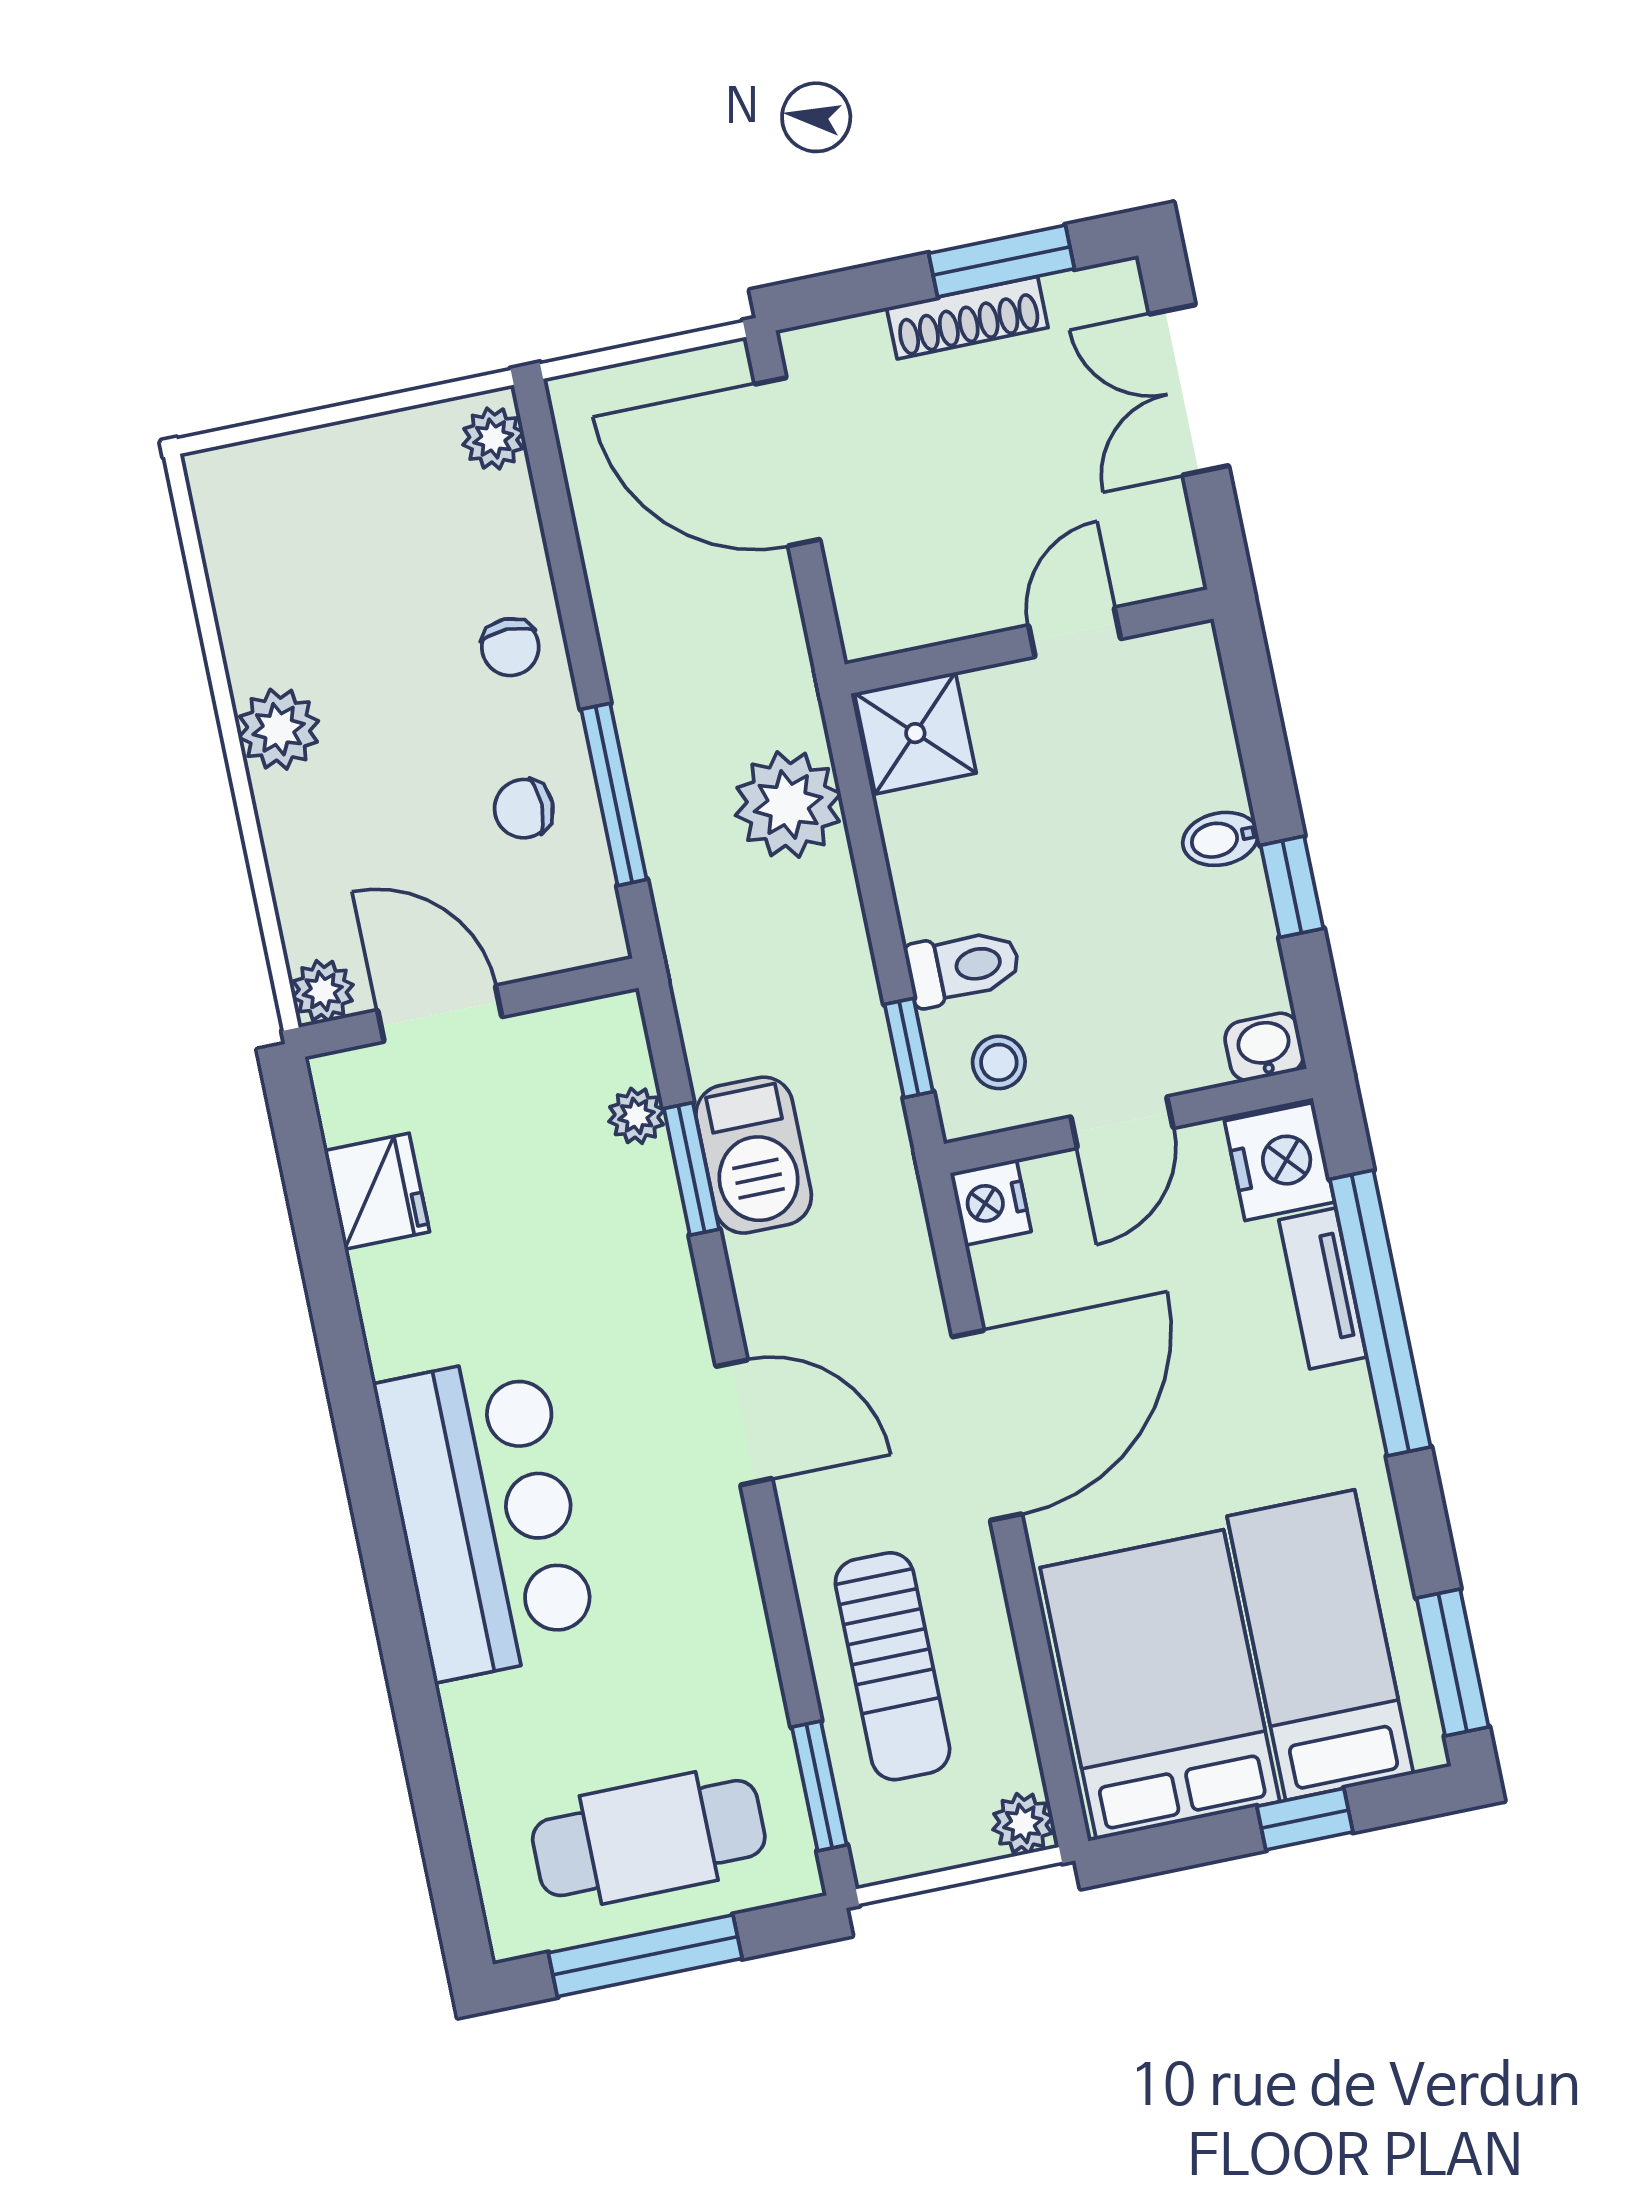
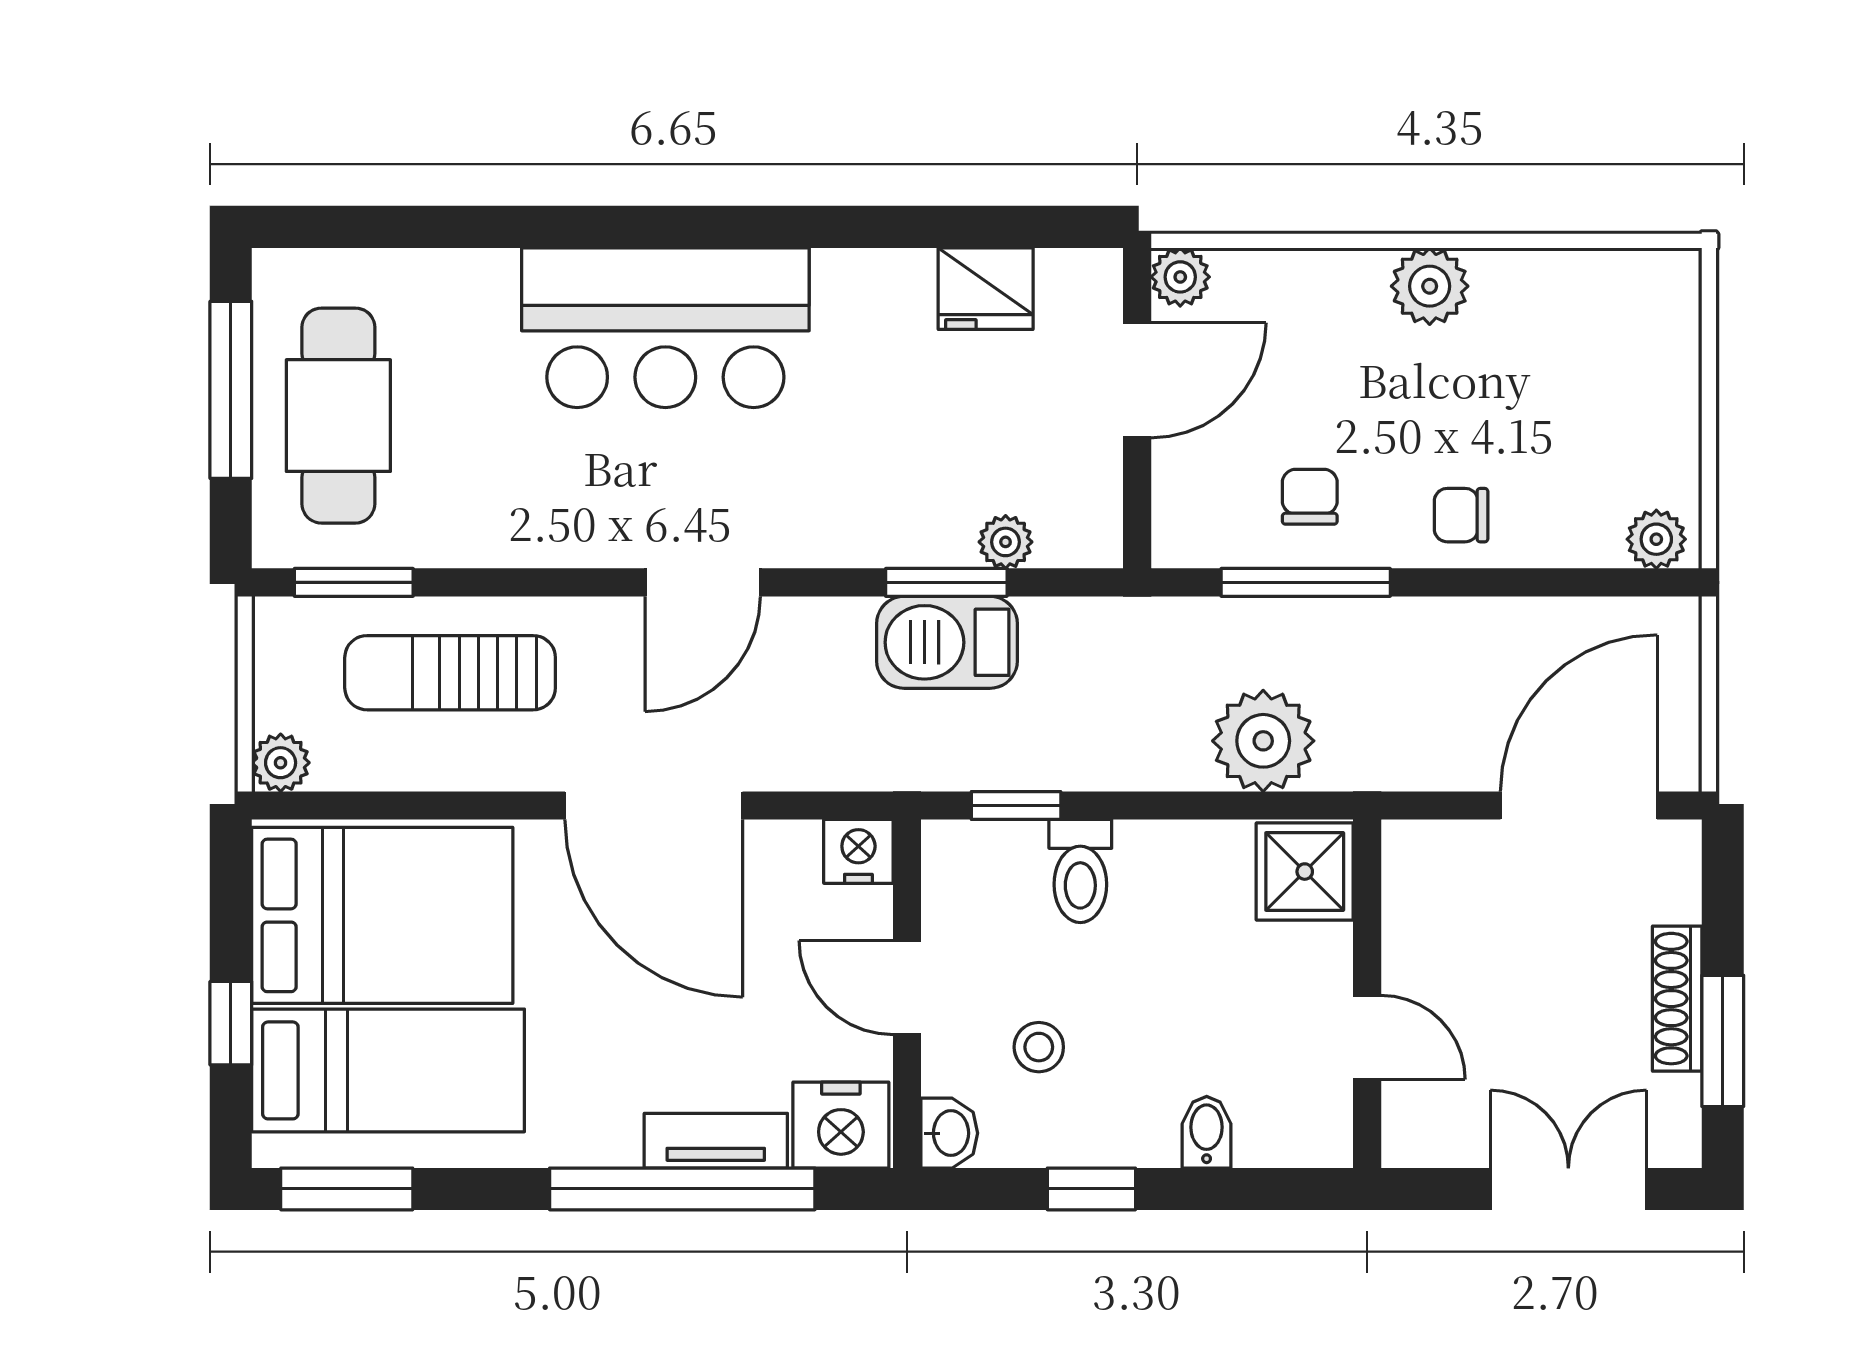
bidet: (1220, 839) -> (1207, 1132), moved
stool: (999, 1062) -> (1039, 1047), moved

